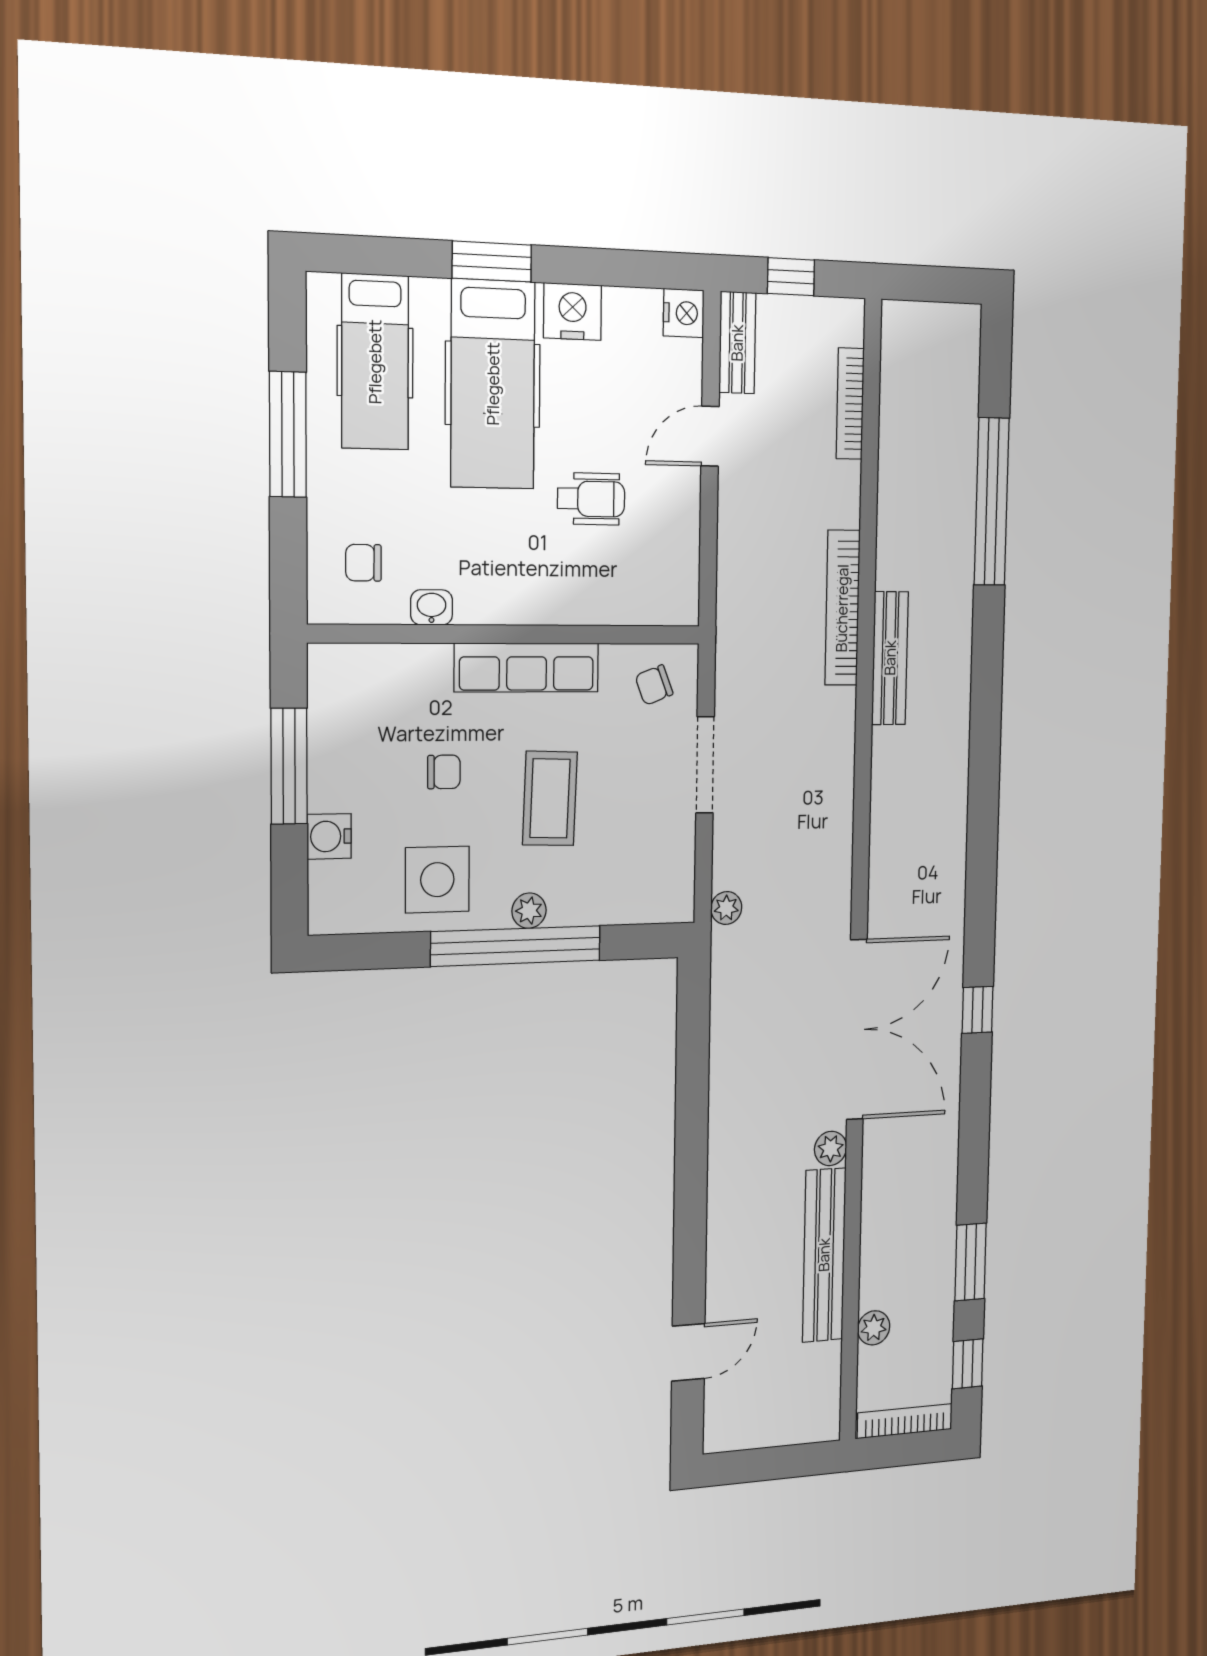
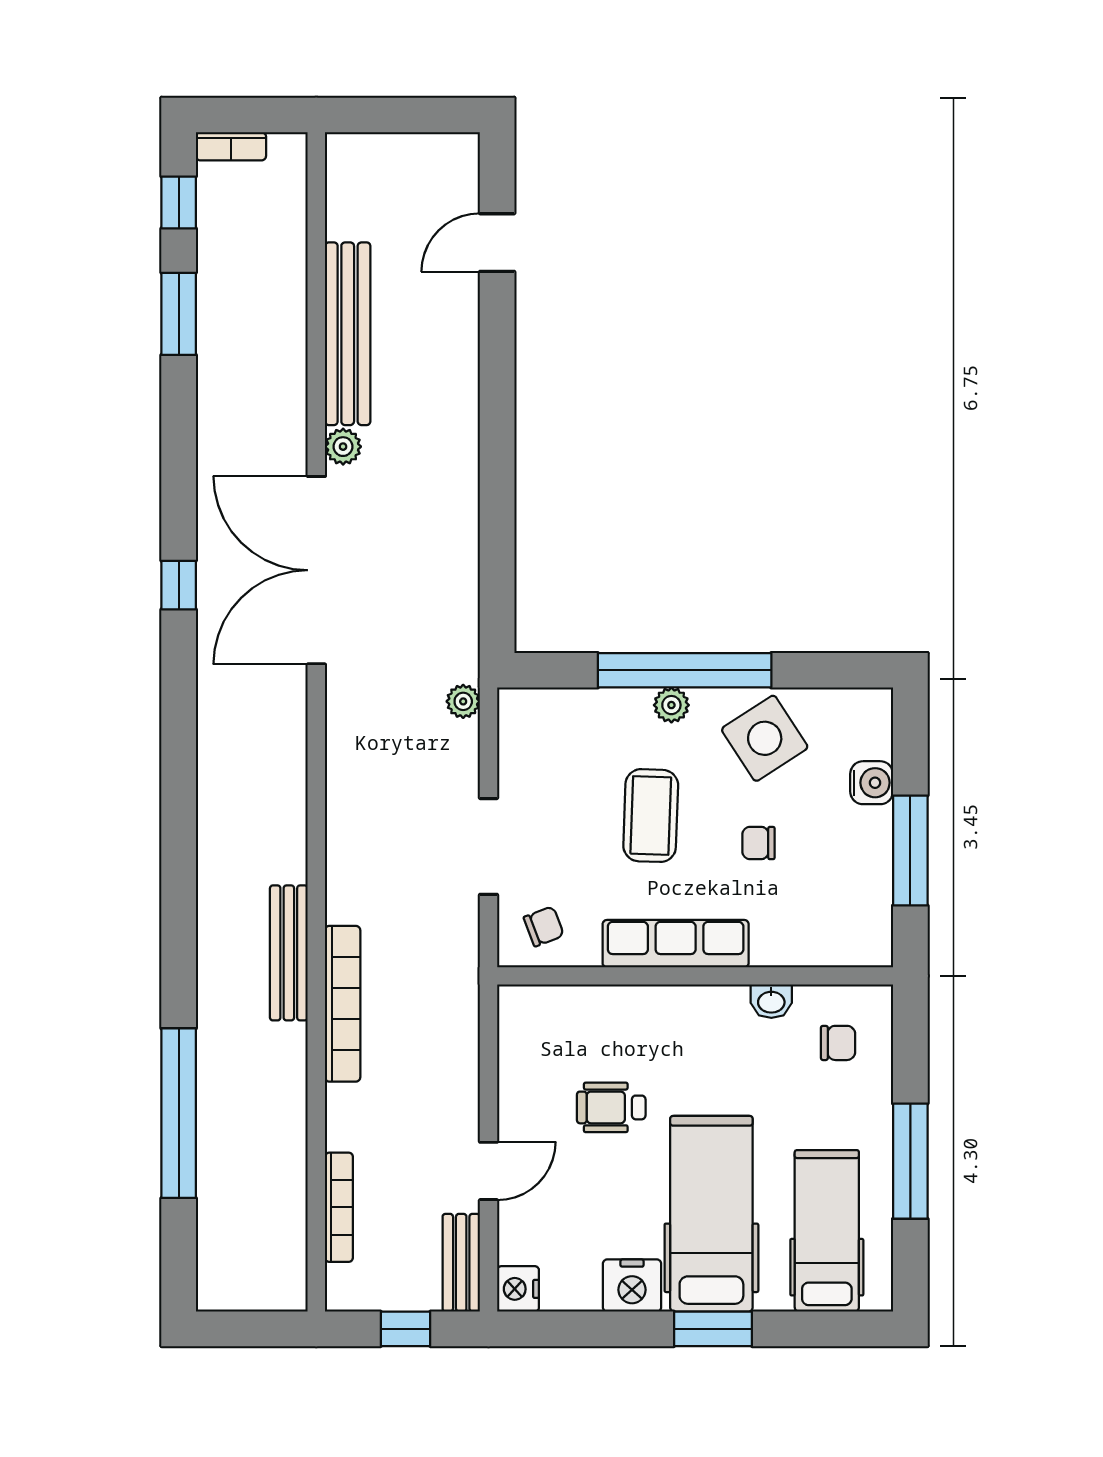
side table: (437, 880) -> (765, 738), turned -33
plant: (874, 1328) -> (289, 251), removed
bookcase: (905, 1421) -> (231, 146), width x0.64

